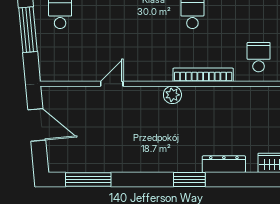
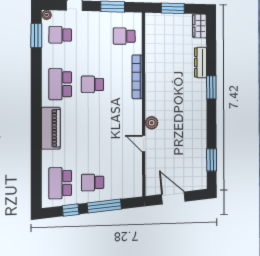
plant: (172, 95) -> (152, 123), moved
door: (37, 125) -> (173, 198), hinge flipped
window: (88, 180) -> (212, 160), width x0.69

